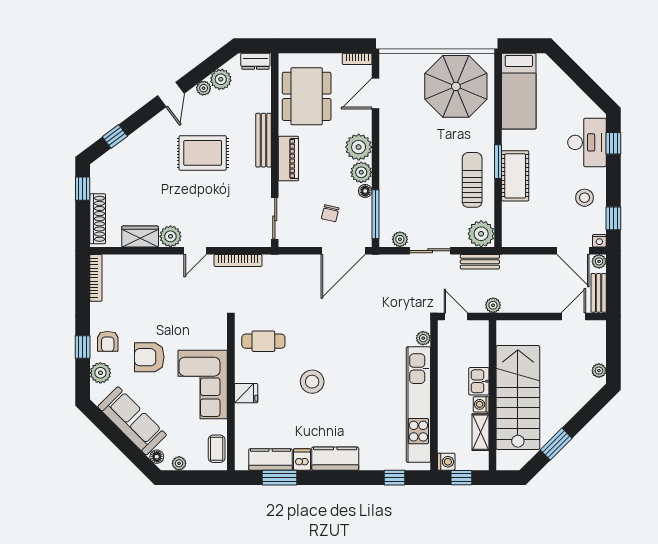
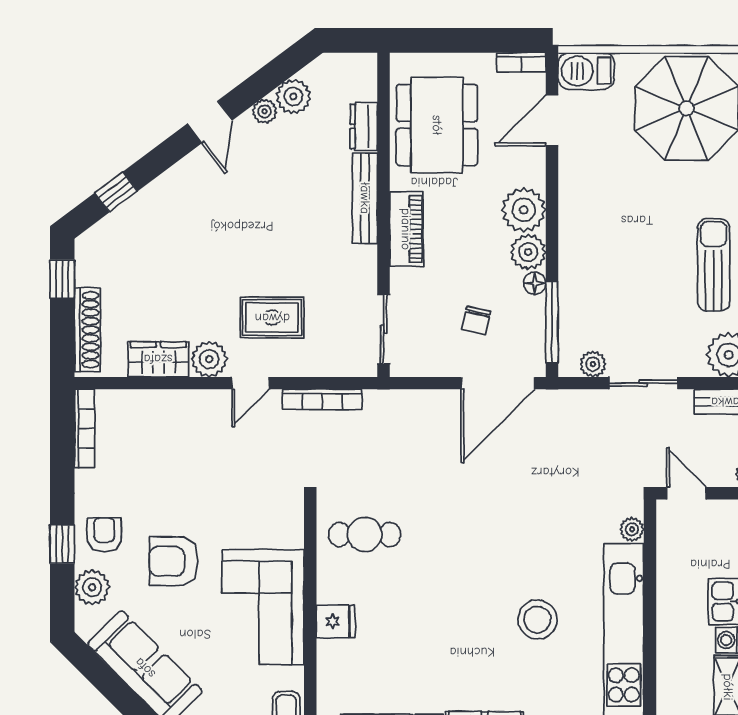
dresser: (255, 61) -> (364, 126), moved, turned 90
barbecue: (396, 64) -> (586, 71), added
rug: (203, 153) -> (272, 318), moved, width x0.73, depth x0.70
armchair: (108, 341) -> (104, 535), turned 180
stool: (312, 382) -> (537, 619), moved

